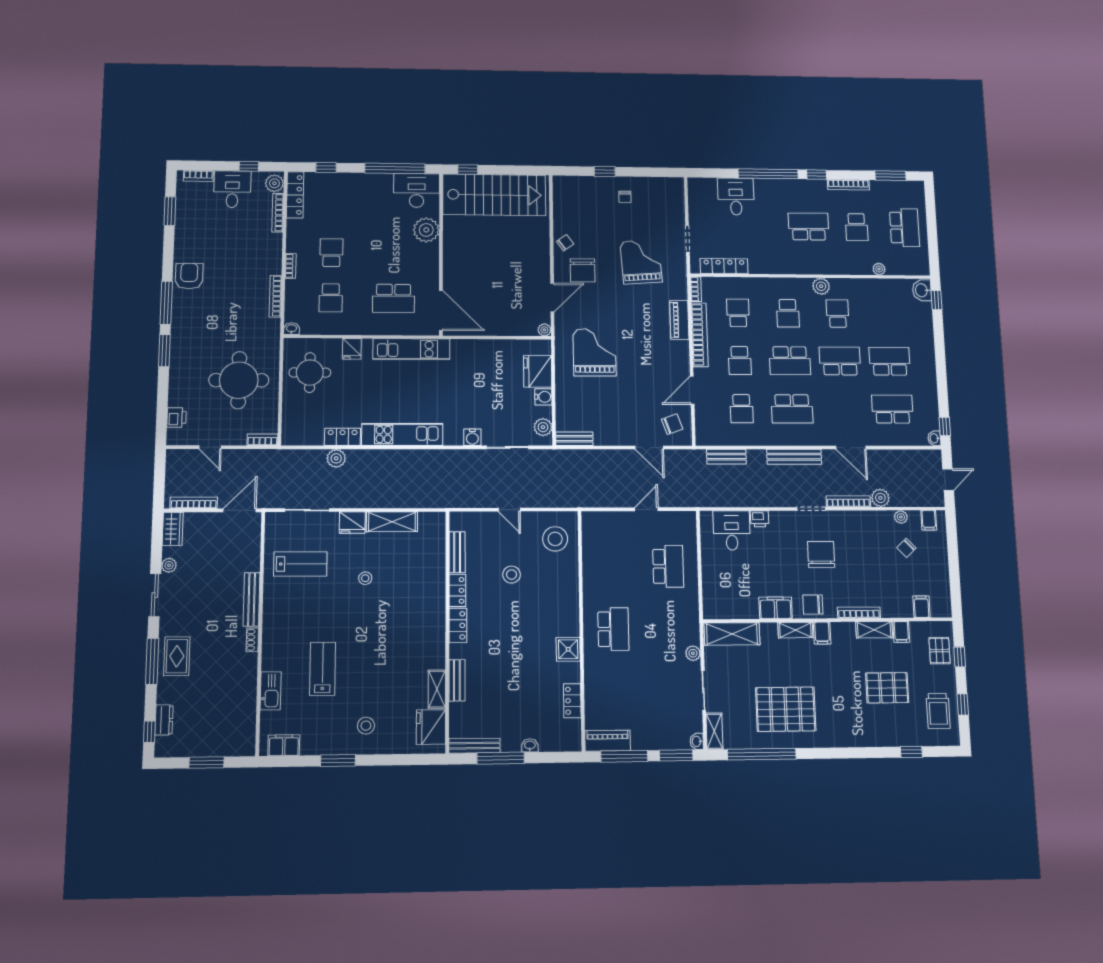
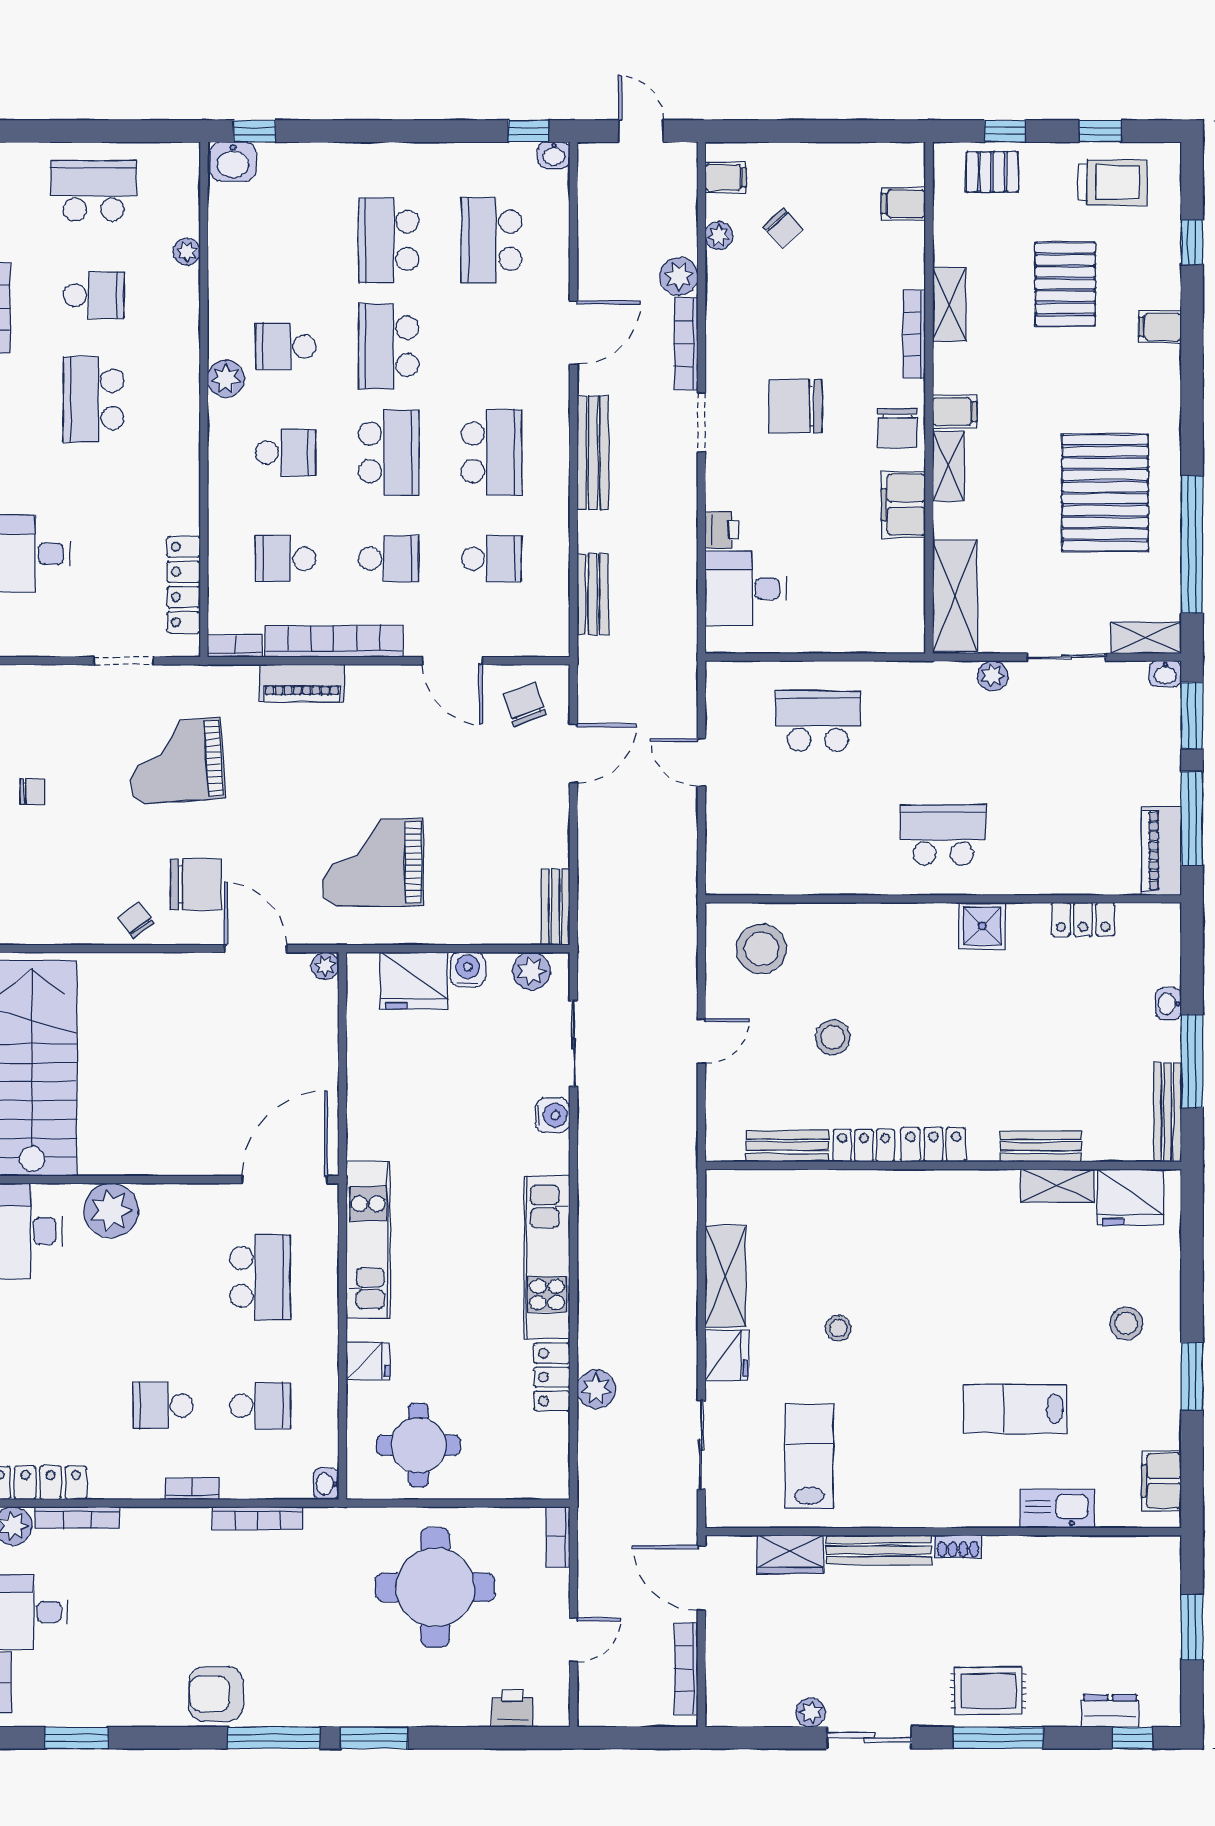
wardrobe: (173, 529) -> (790, 1554), moved, turned 180
filing cabinet: (901, 632) -> (1160, 327), moved, turned 180

